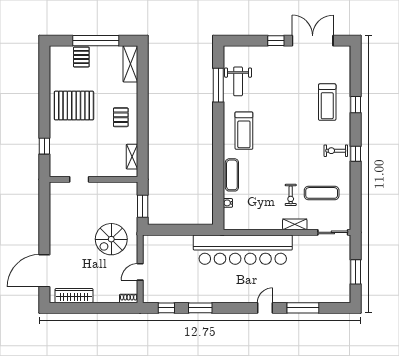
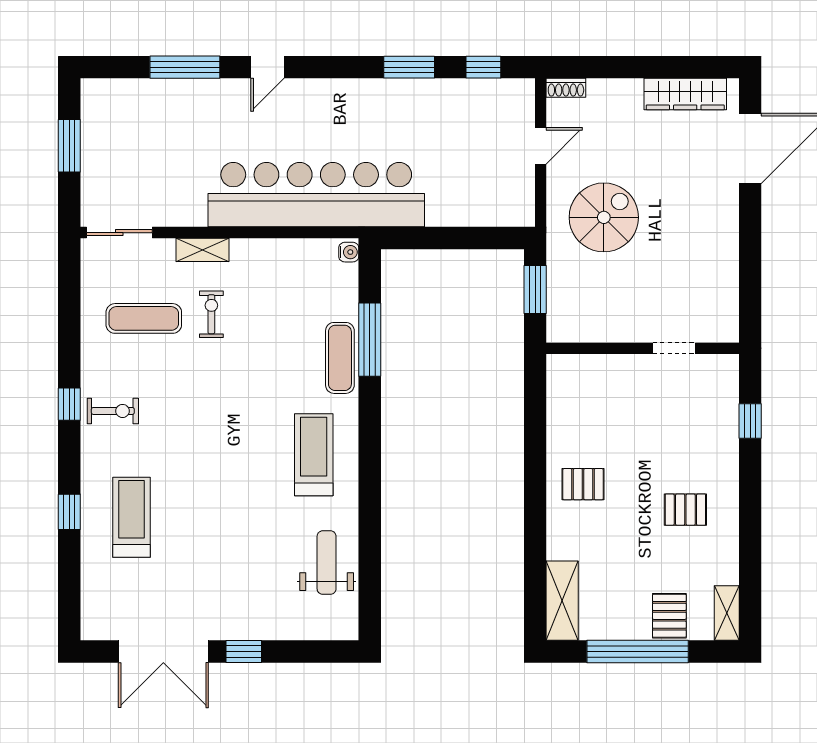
window: (218, 85) -> (370, 340), moved
pallet: (74, 106) -> (685, 510), width x0.49, depth x0.50
pallet: (121, 117) -> (583, 484), turned 90
shelving: (132, 157) -> (727, 613), moved
water cooler: (228, 203) -> (349, 252), moved

